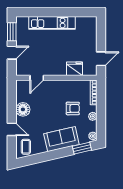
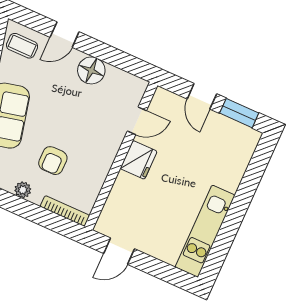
kitchen unit: (52, 23) -> (205, 231), moved
door: (101, 59) -> (119, 251), hinge flipped
fridge: (74, 69) -> (139, 160), moved
door: (37, 78) -> (137, 121), swing flipped

